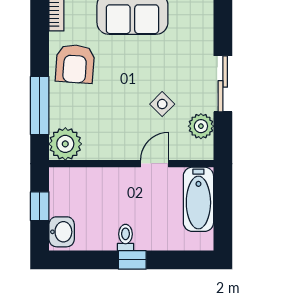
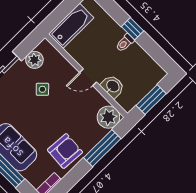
door: (155, 164) -> (88, 77), moved
window: (40, 206) -> (151, 100), width x1.50
washbasin: (62, 232) -> (113, 86), moved, turned 90

